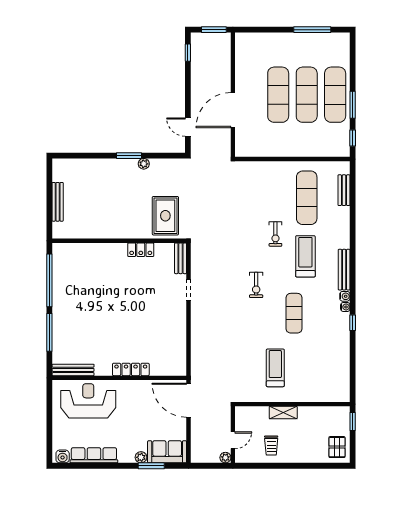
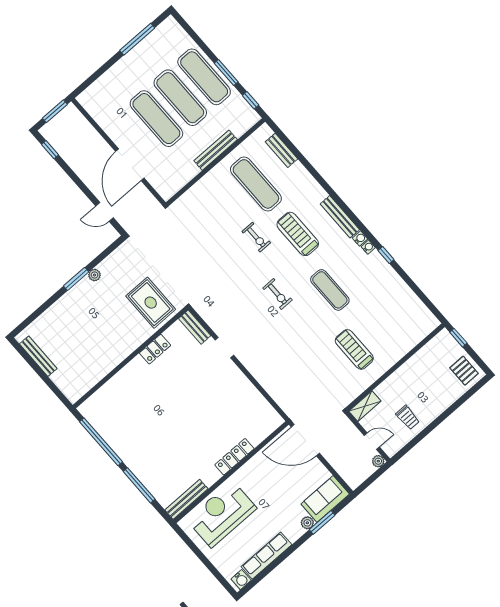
bench: (299, 151) -> (216, 150), added
bench: (58, 202) -> (38, 356), moved
shelving: (283, 412) -> (365, 406), moved
door: (233, 440) -> (372, 441), hinge flipped

